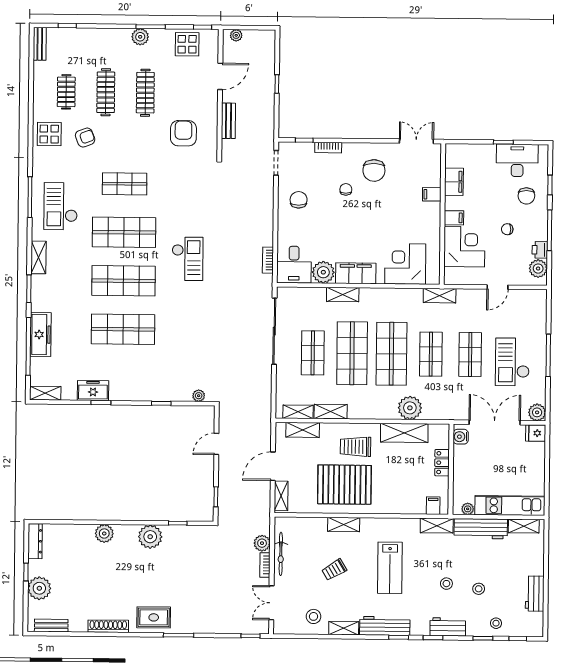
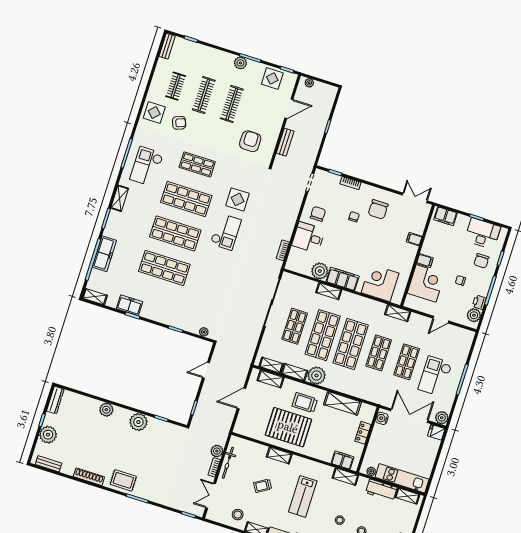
filing cabinet: (454, 182) -> (445, 216), moved, turned 90
display table: (190, 213) -> (238, 199), added
desk: (294, 265) -> (308, 237), moved, turned 90
plant: (410, 408) -> (317, 375), moved
shelving: (281, 496) -> (241, 421), removed
filing cabinet: (433, 506) -> (342, 460), width x2.00
workbench: (481, 529) -> (381, 490), width x0.73

